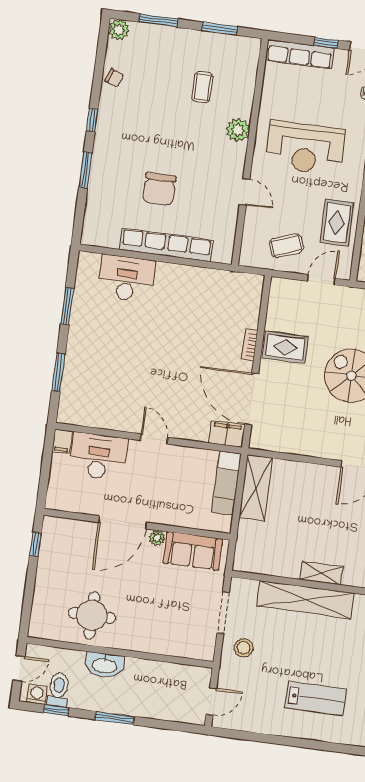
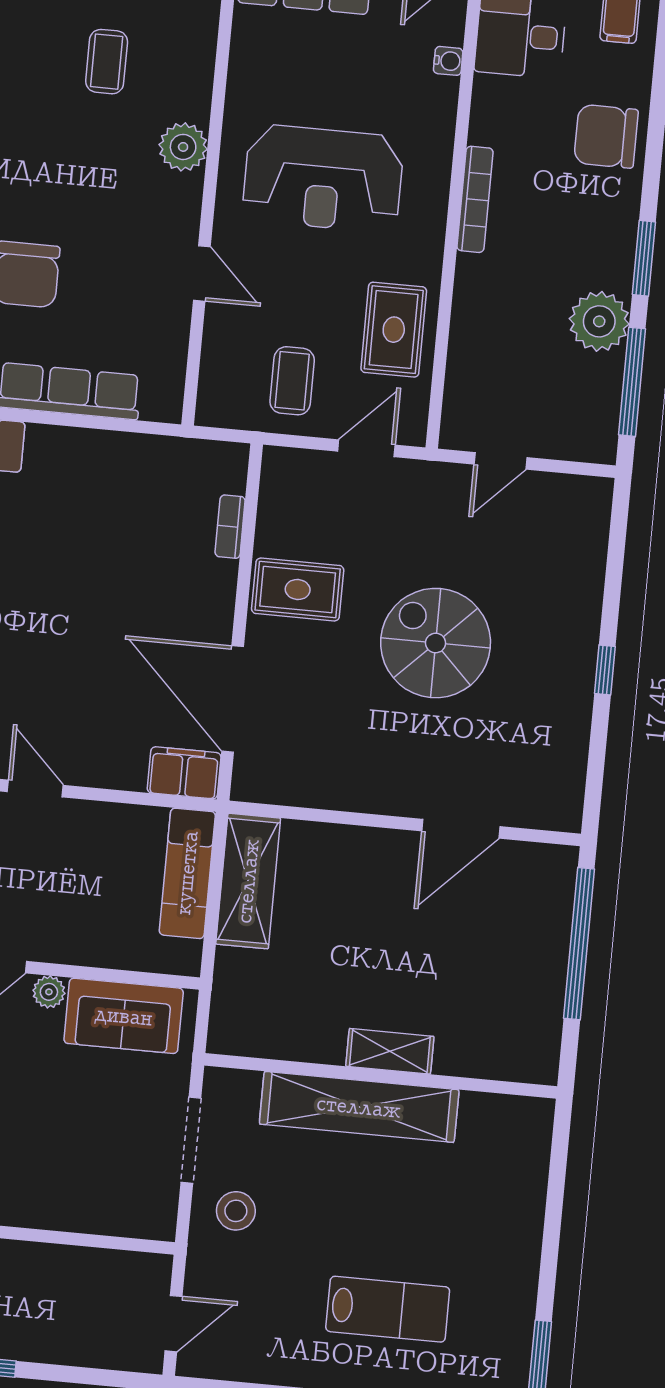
coffee table: (286, 246) -> (292, 381), turned -70
bookcase: (250, 345) -> (230, 527), moved

